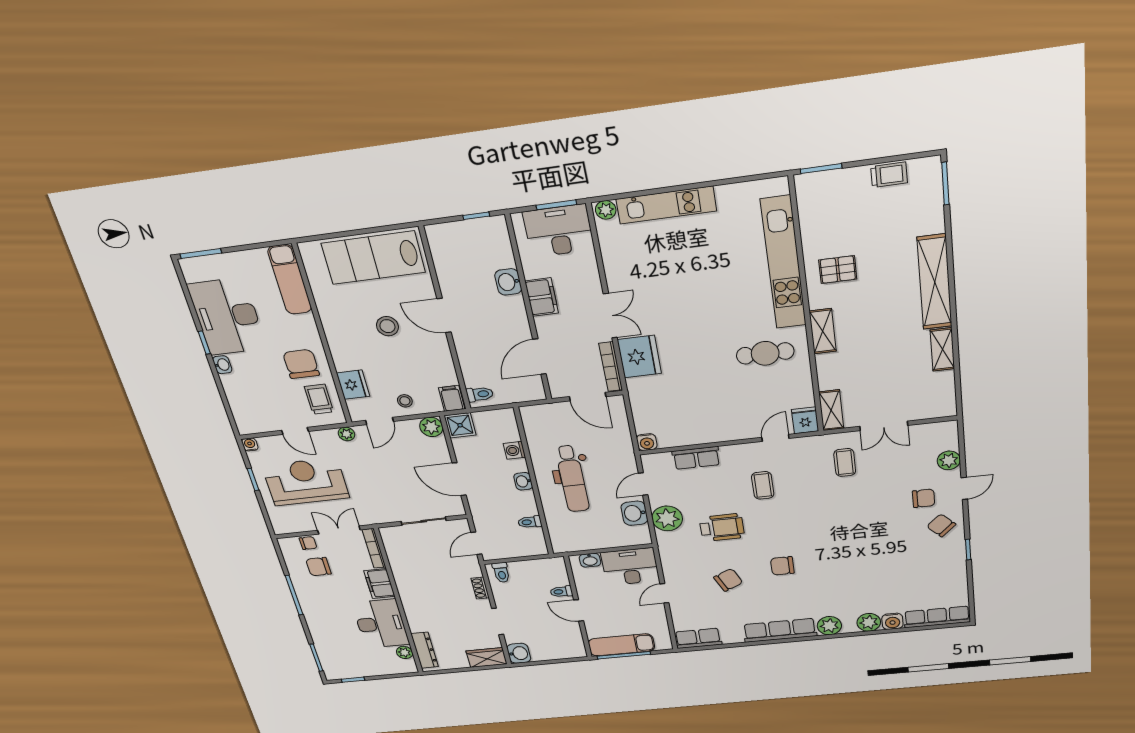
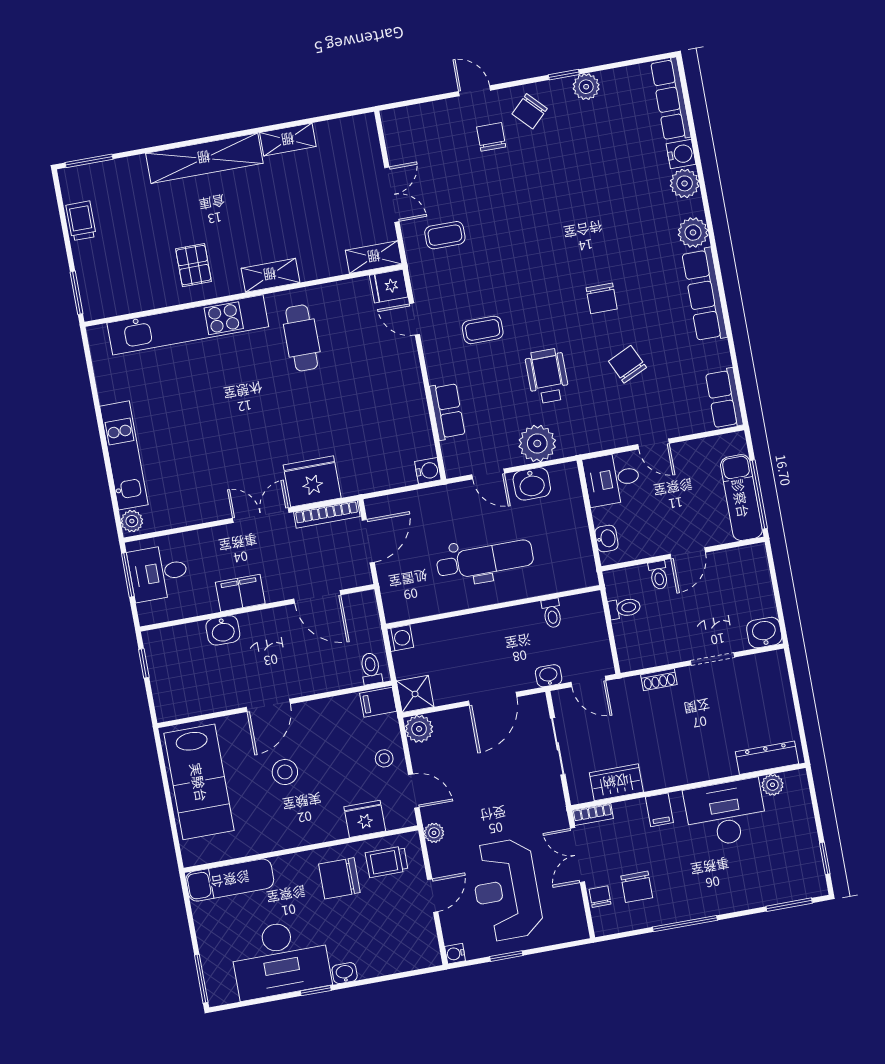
desk: (559, 231) -> (158, 573), width x0.73
washing machine: (514, 450) -> (400, 638), moved, turned -90
plant: (949, 460) -> (586, 87), moved
washbasin: (523, 481) -> (549, 676), moved, turned 180
bookcase: (374, 548) -> (593, 815), width x0.64
desk: (630, 567) -> (612, 479), width x0.73
toilet: (501, 572) -> (624, 608), moved
filing cabinet: (379, 584) -> (659, 810), width x0.50
wardrobe: (487, 658) -> (616, 782), moved, turned 90

